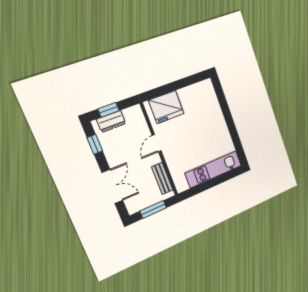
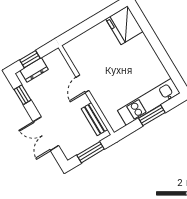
fridge: (166, 107) -> (124, 25), moved, turned 90
window: (214, 182) -> (152, 115), added
double door: (112, 187) -> (46, 134), swing flipped

